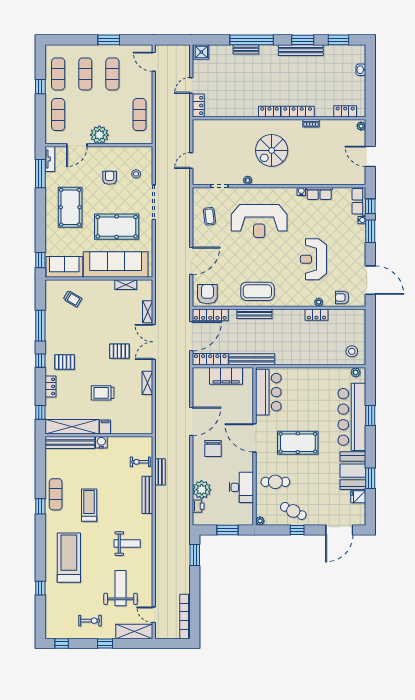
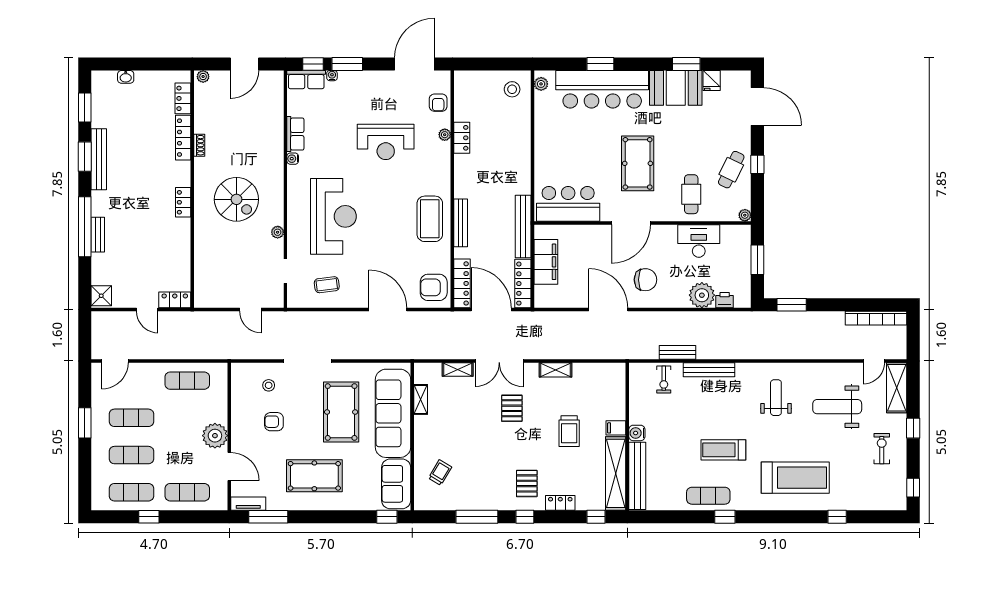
locker: (298, 112) -> (183, 138), moved
treadmill: (69, 558) -> (795, 478), turned 180

